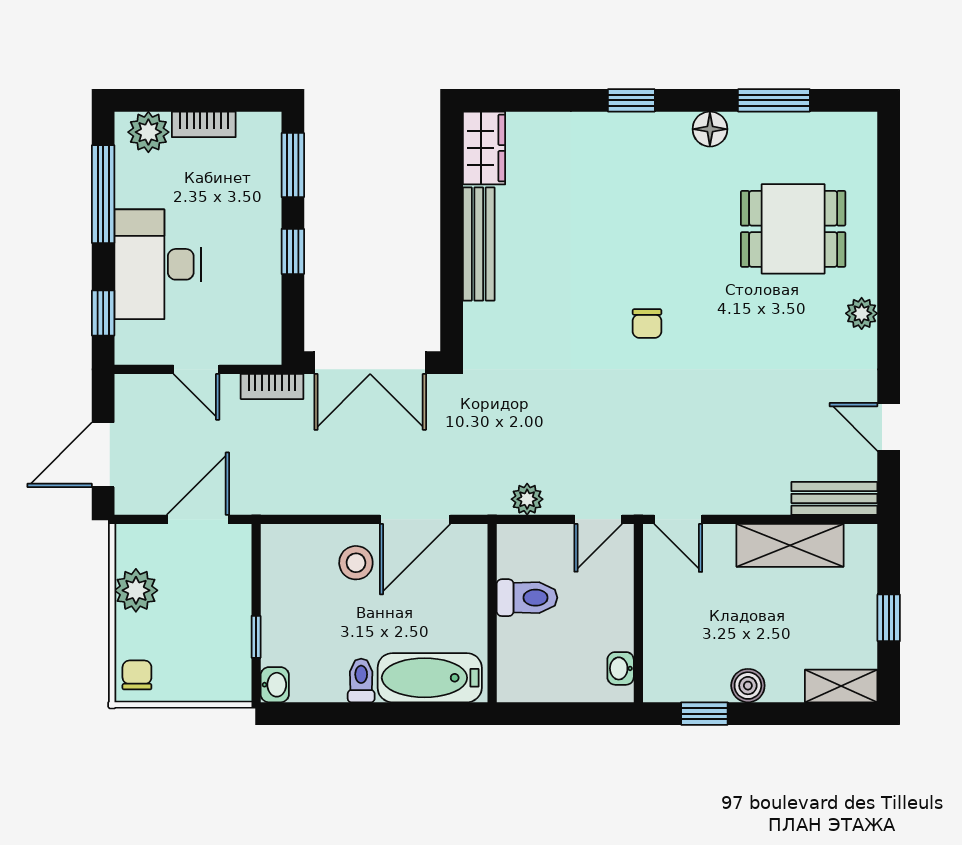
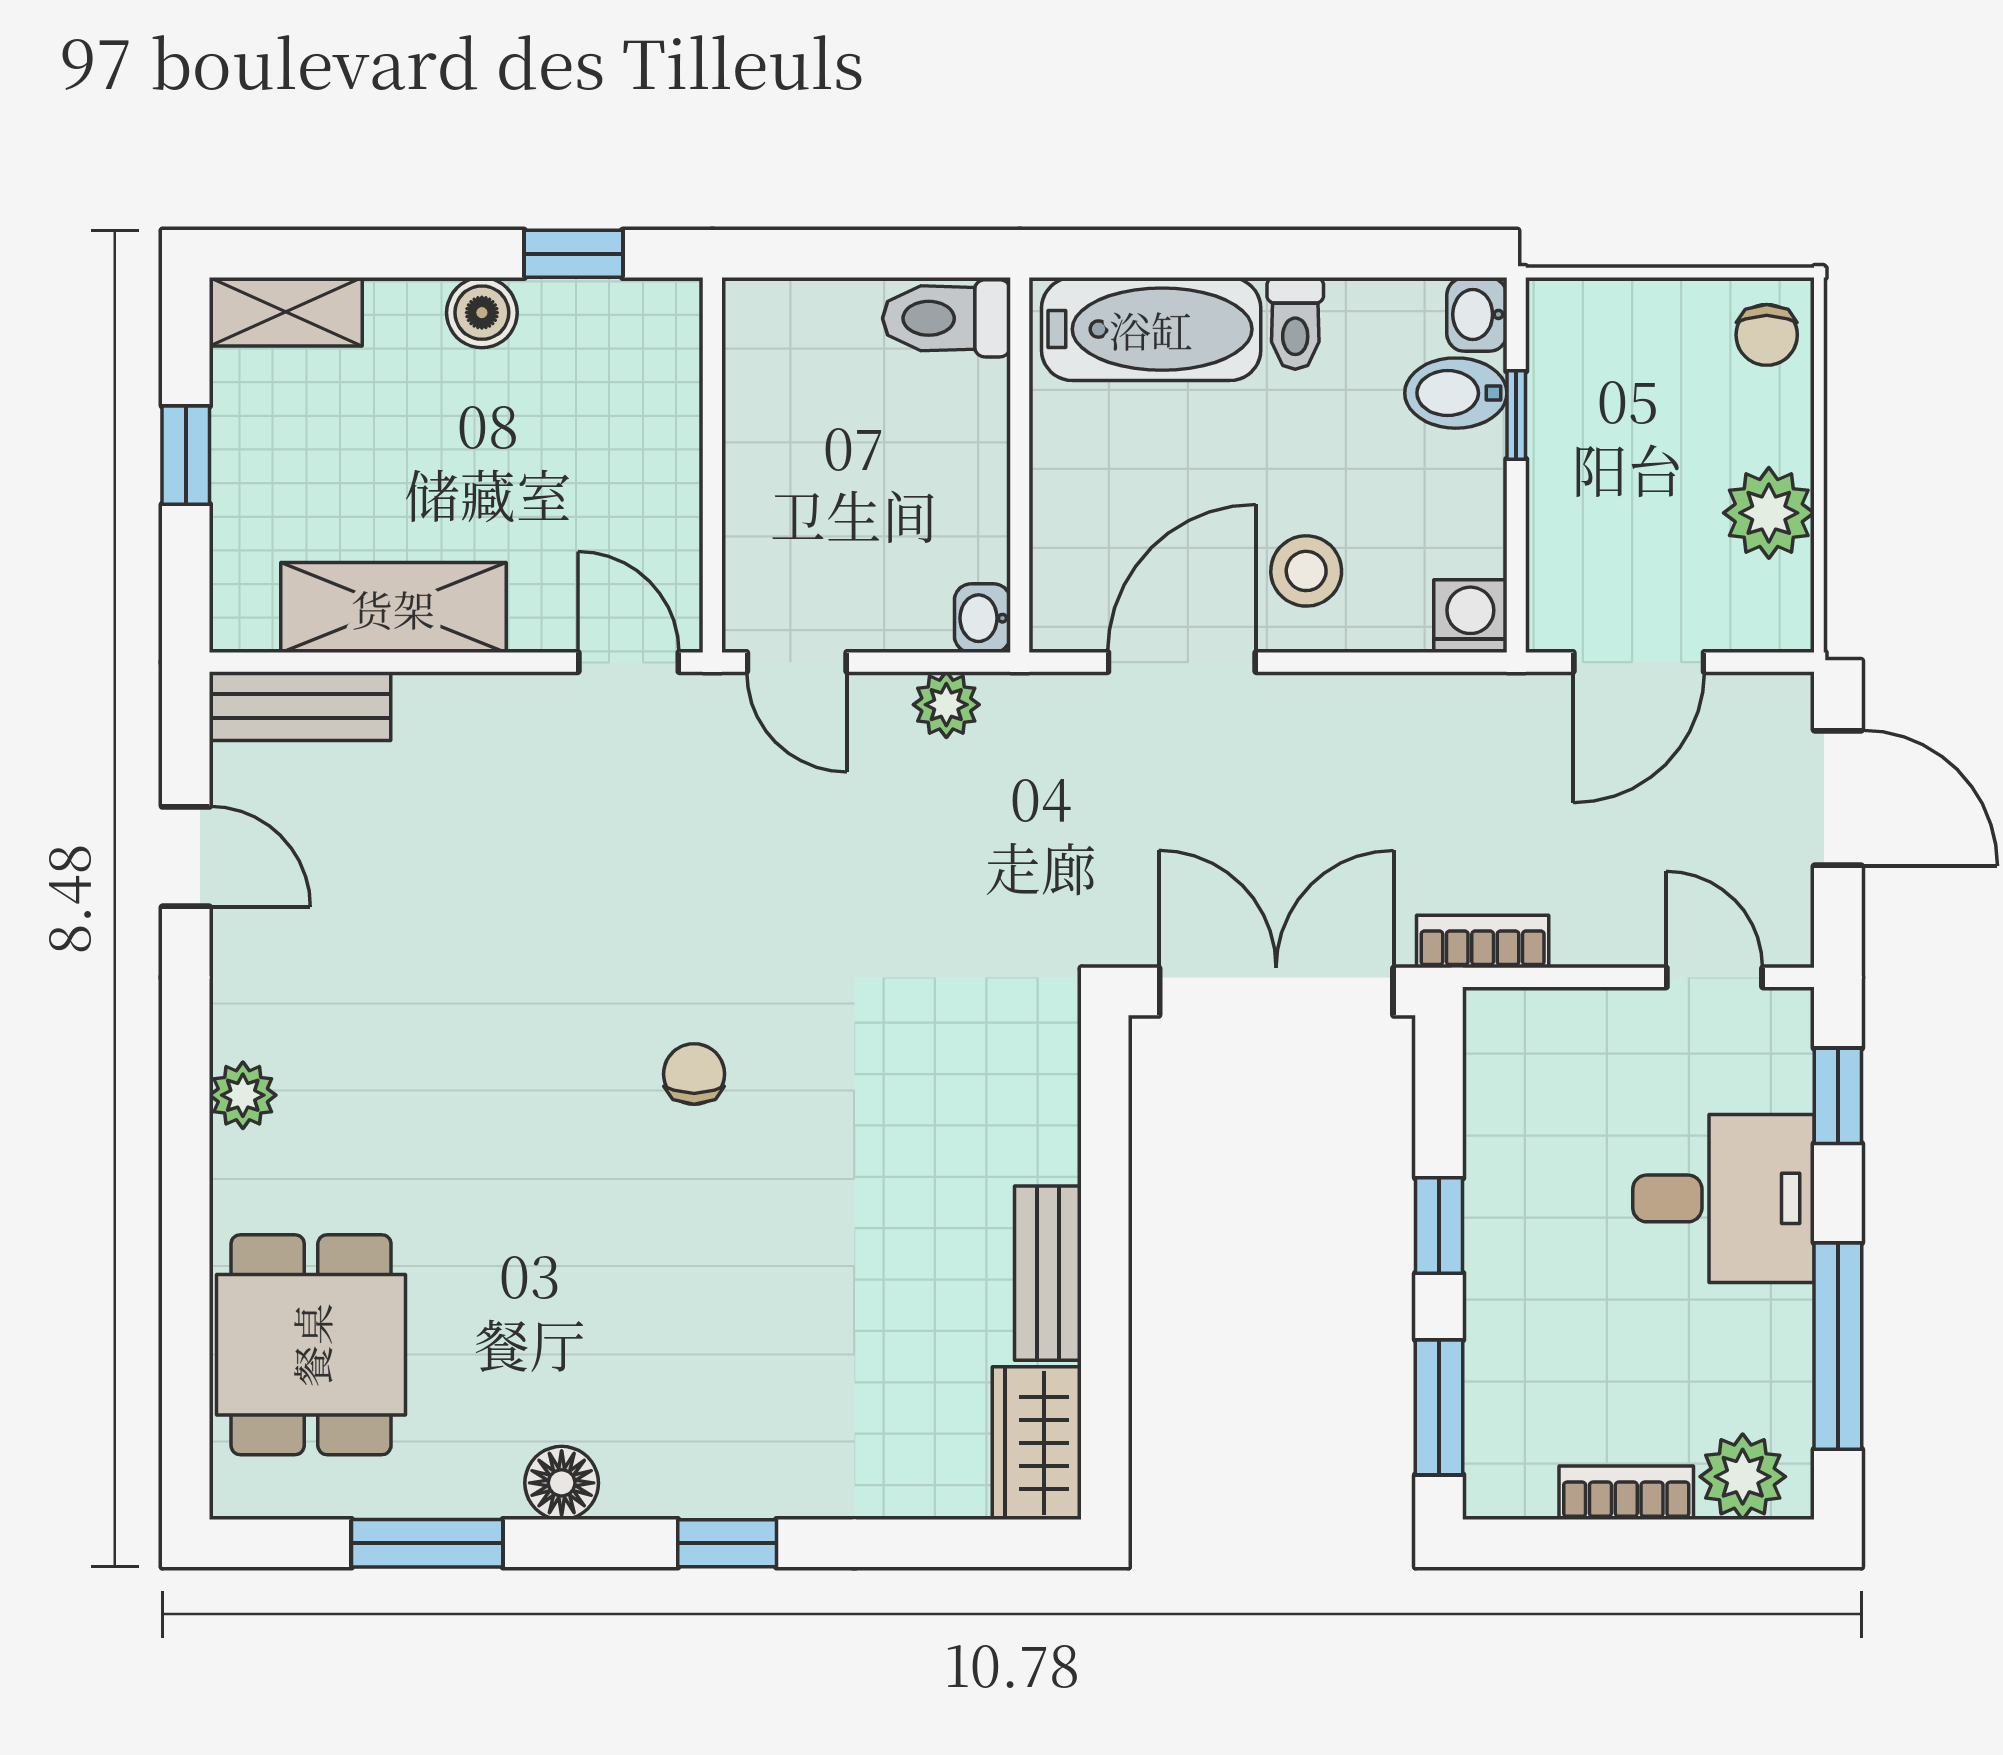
dining table: (793, 229) -> (311, 1345), moved, turned 90
bench: (479, 244) -> (1048, 1273), width x0.73
desk: (157, 264) -> (1724, 1198), width x0.73
door: (196, 369) -> (1714, 977), moved
door: (103, 455) -> (1838, 798), hinge flipped
door: (598, 519) -> (797, 662), swing flipped
washing machine: (278, 541) -> (1470, 616), added
toilet: (527, 598) -> (946, 318), moved
bidet: (285, 647) -> (1456, 393), added
washbasin: (621, 668) -> (982, 618), moved, turned 180

